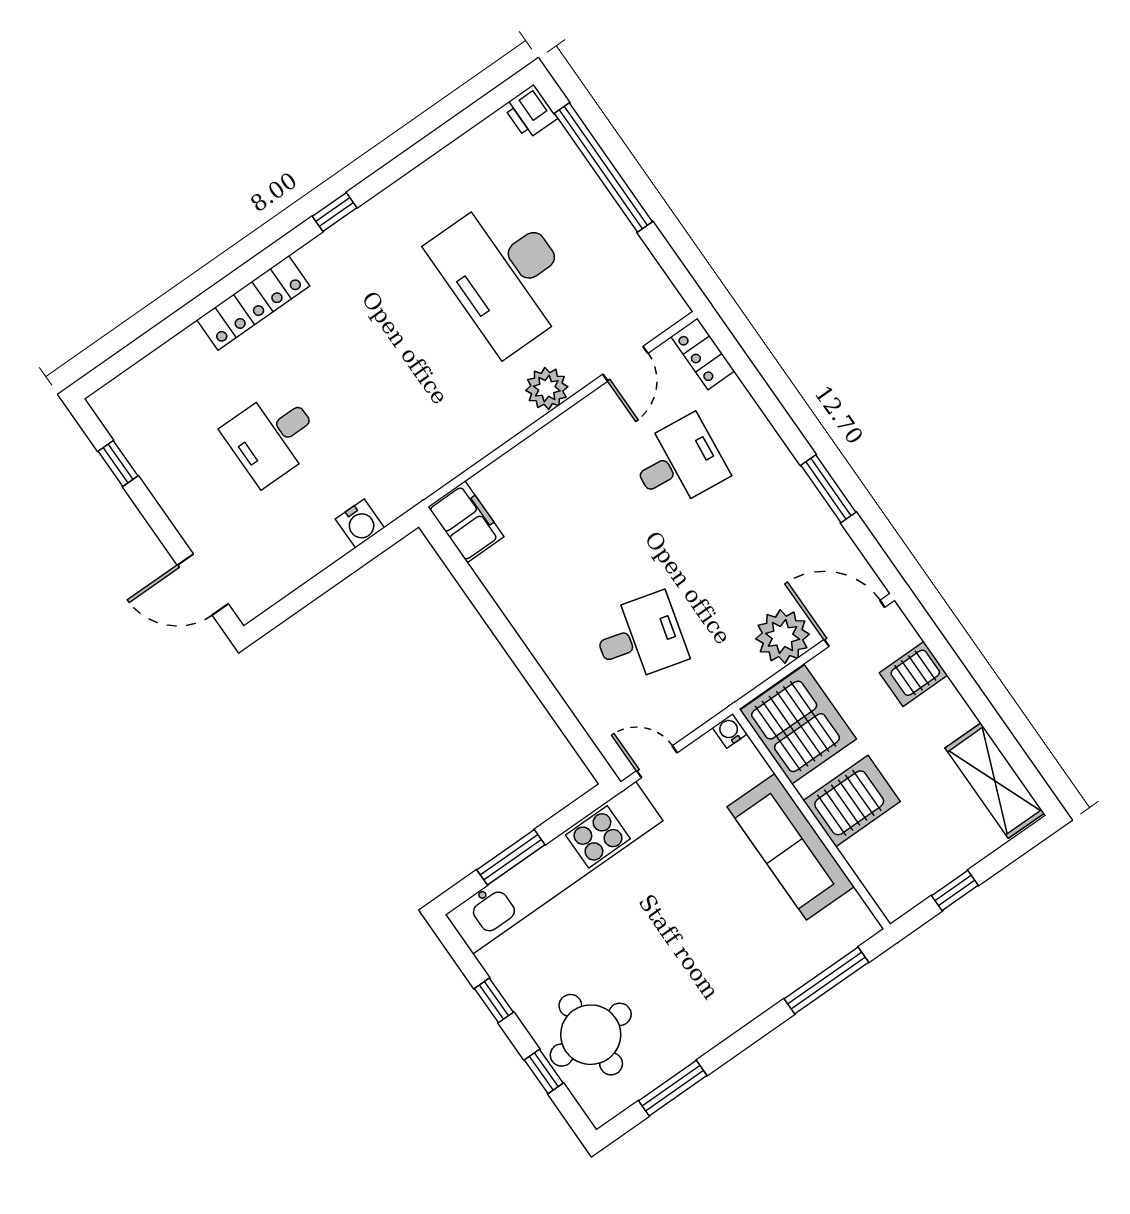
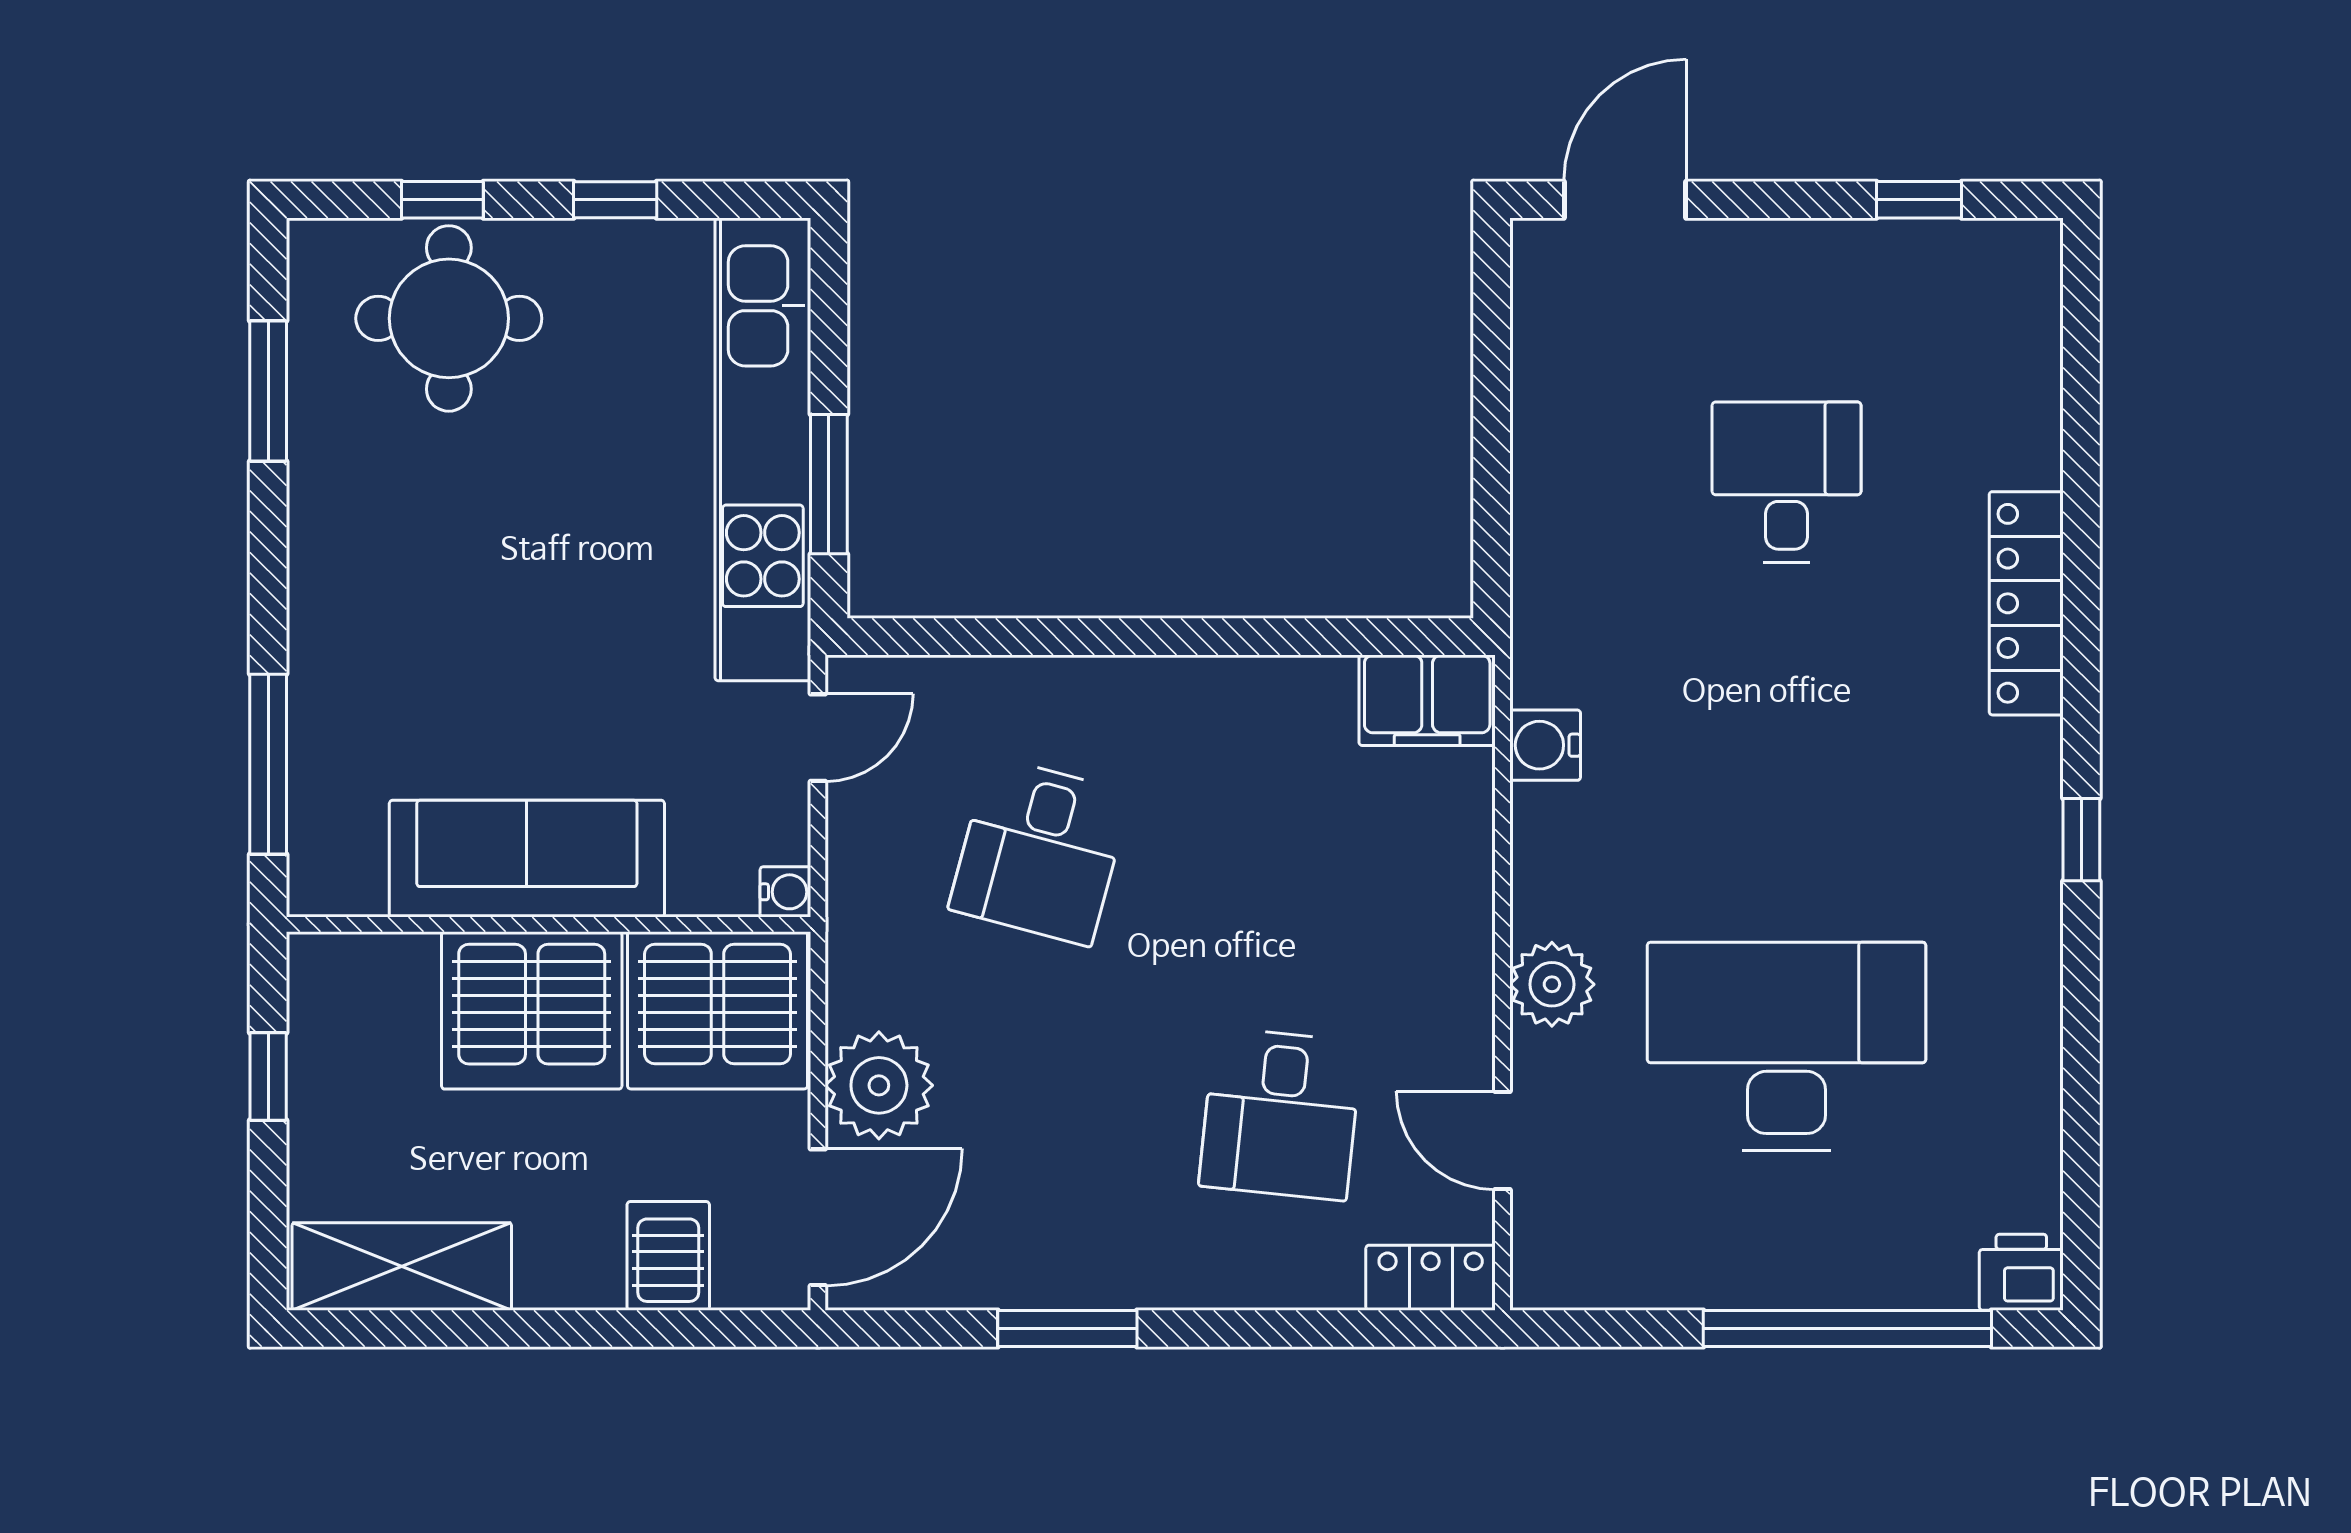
water cooler: (360, 523) -> (1545, 745), moved
server rack: (852, 801) -> (532, 1010), width x1.60
window: (511, 857) -> (829, 484), moved

